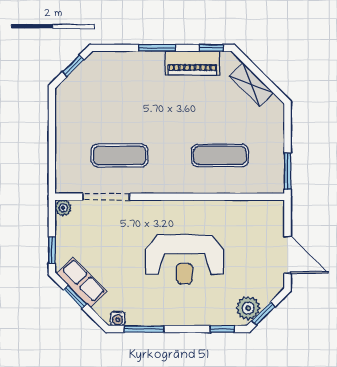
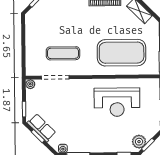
exercise mat: (220, 155) -> (122, 53), width x2.00, depth x1.45
reception desk: (185, 259) -> (117, 102), moved

